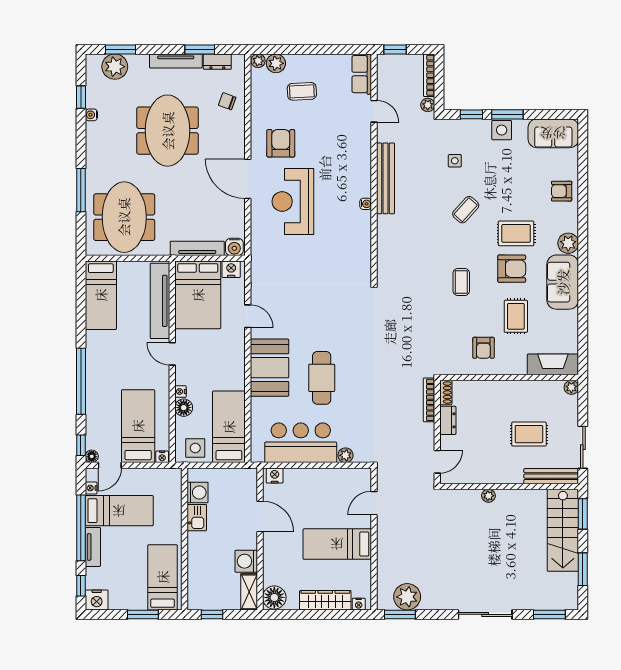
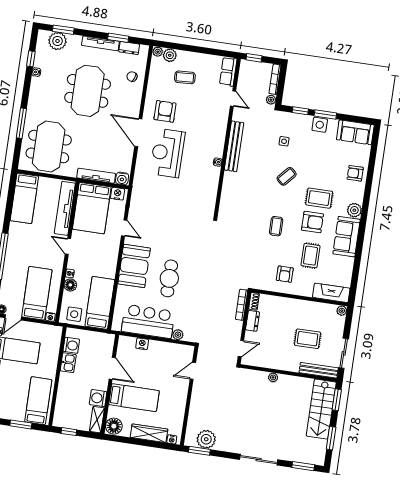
nightstand: (275, 476) -> (142, 344), moved
bed: (337, 544) -> (134, 398), moved, turned 180

